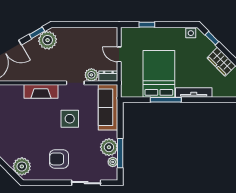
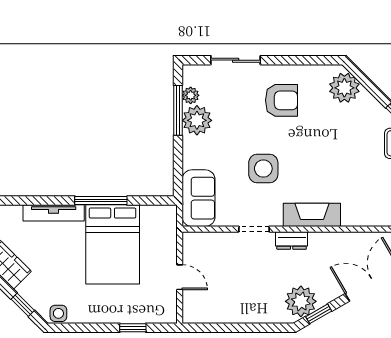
plant: (91, 75) -> (227, 243), removed
dresser: (108, 76) -> (292, 240), moved
sofa: (108, 107) -> (199, 198), width x0.73

